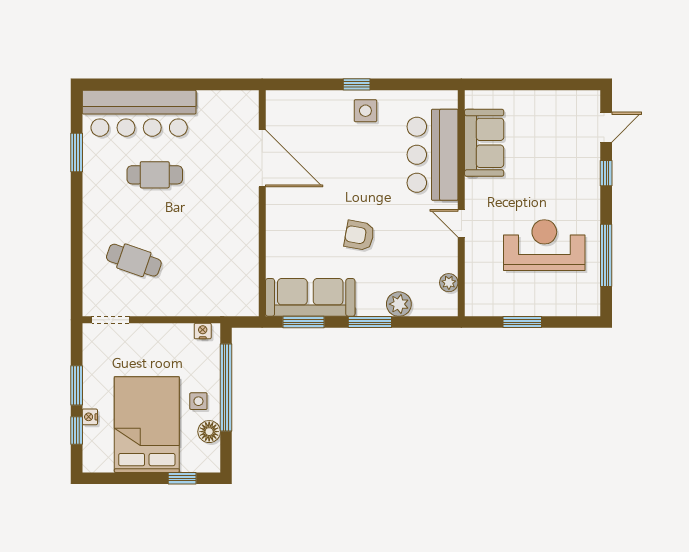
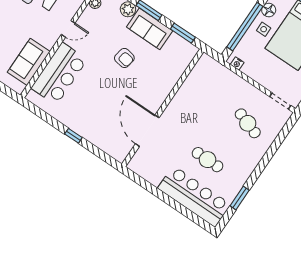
side table: (365, 111) -> (78, 119), removed
door: (461, 223) -> (68, 29), hinge flipped
sofa: (310, 297) -> (150, 29), moved, width x0.73

